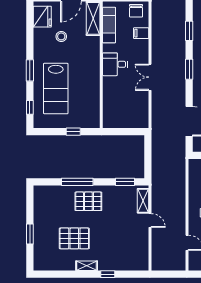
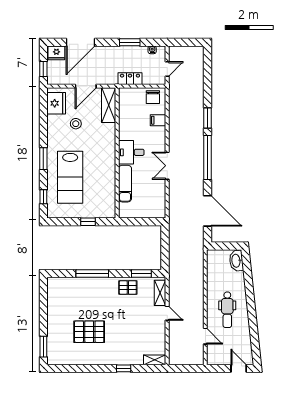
exam couch: (109, 25) -> (125, 184), moved
window: (189, 69) -> (207, 157), width x2.11
pallet: (88, 201) -> (128, 288), moved, width x0.67, depth x0.71
window: (30, 234) -> (43, 347), moved
shelving: (87, 266) -> (155, 360), moved

